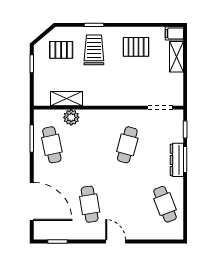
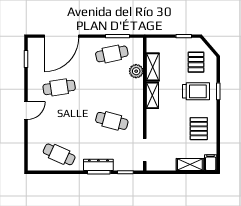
shelving: (99, 99) -> (152, 95), added
cafe table: (165, 204) -> (59, 154), turned 45

